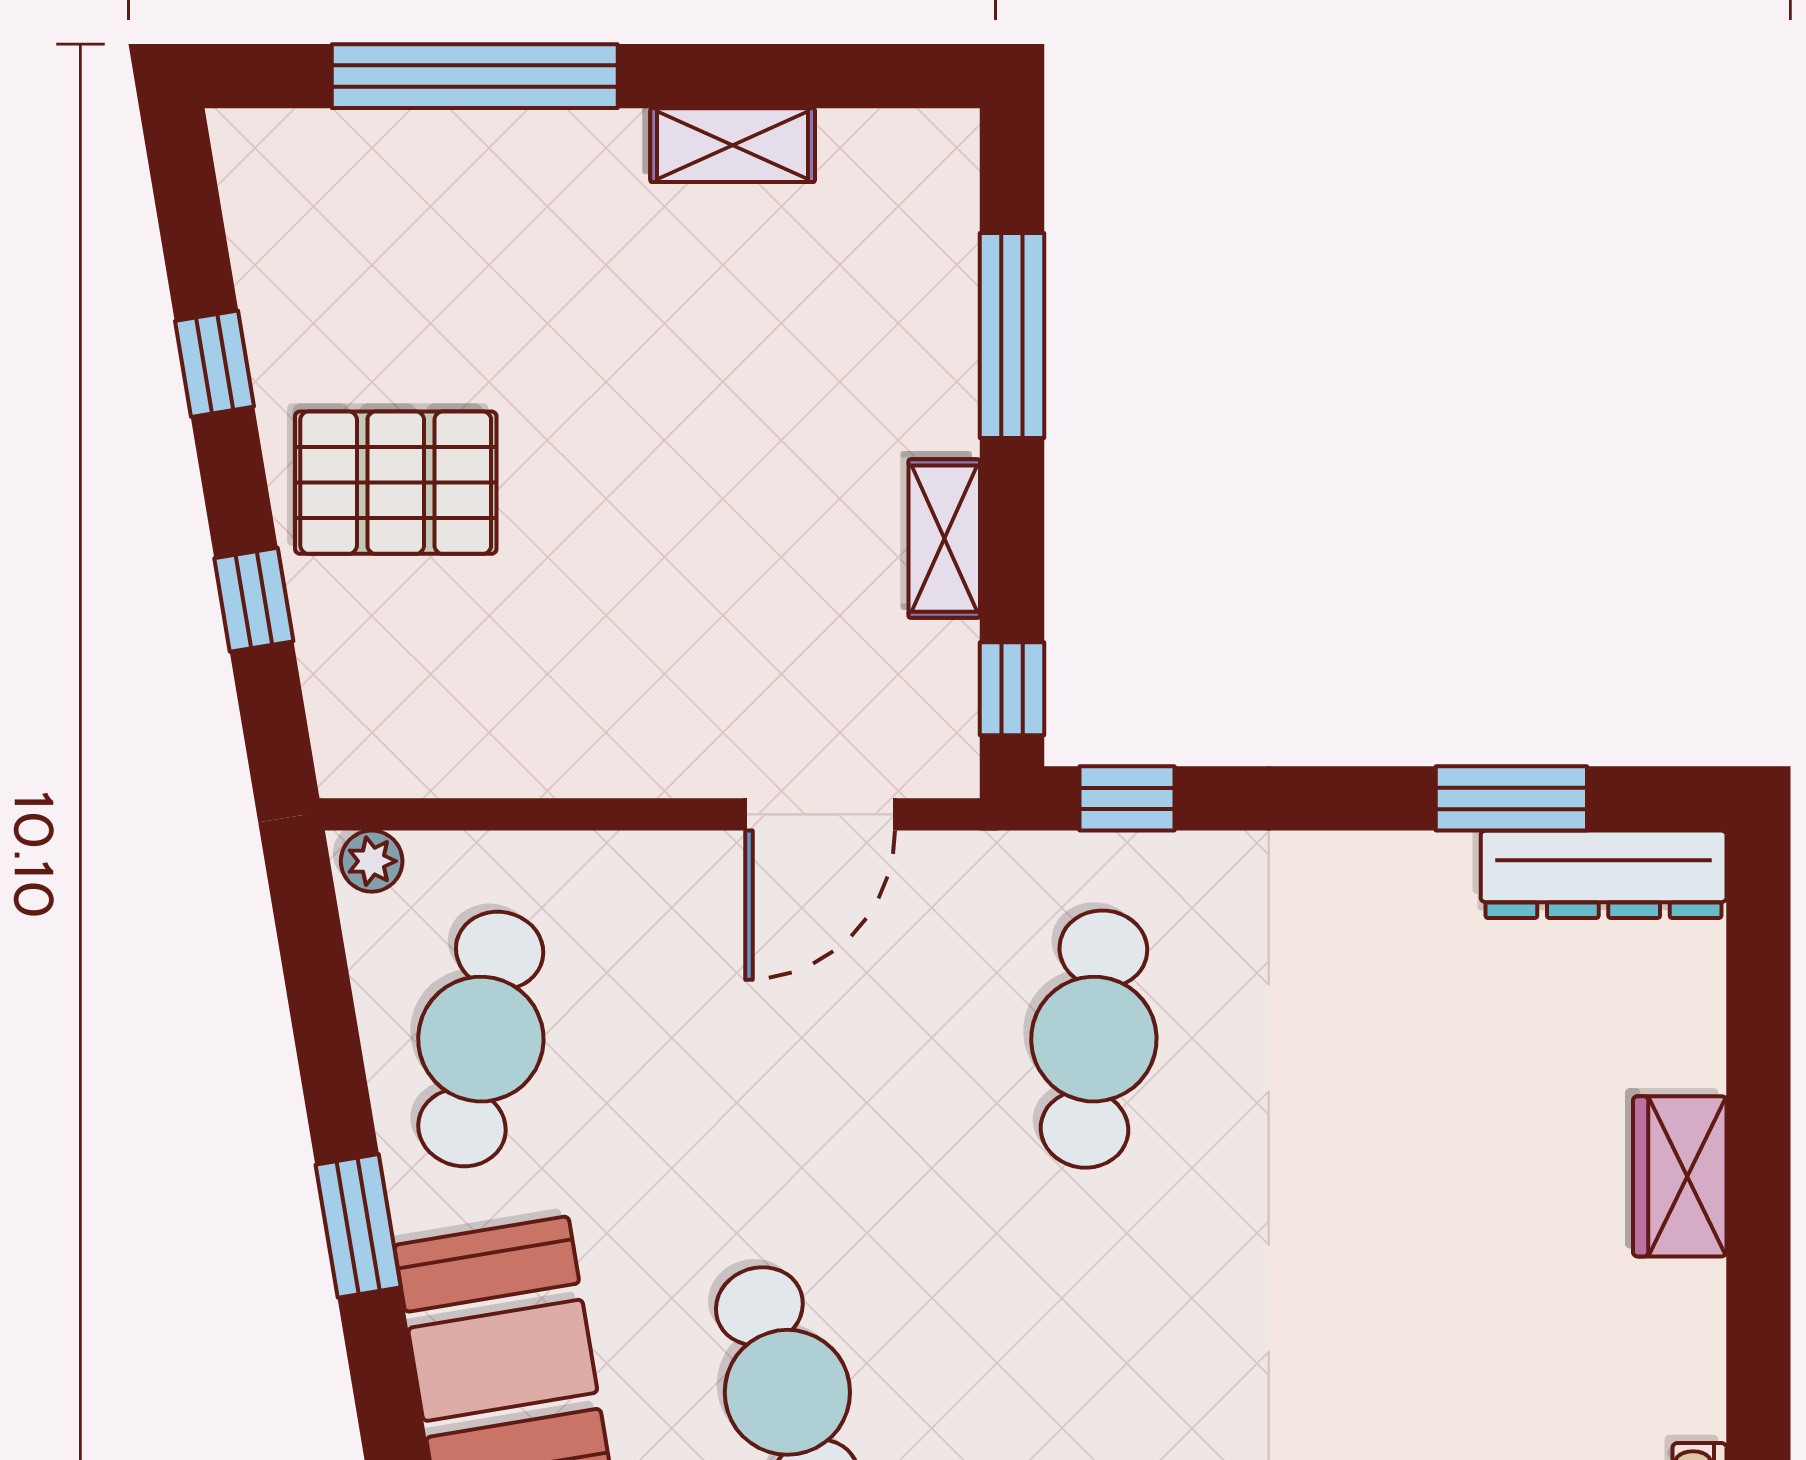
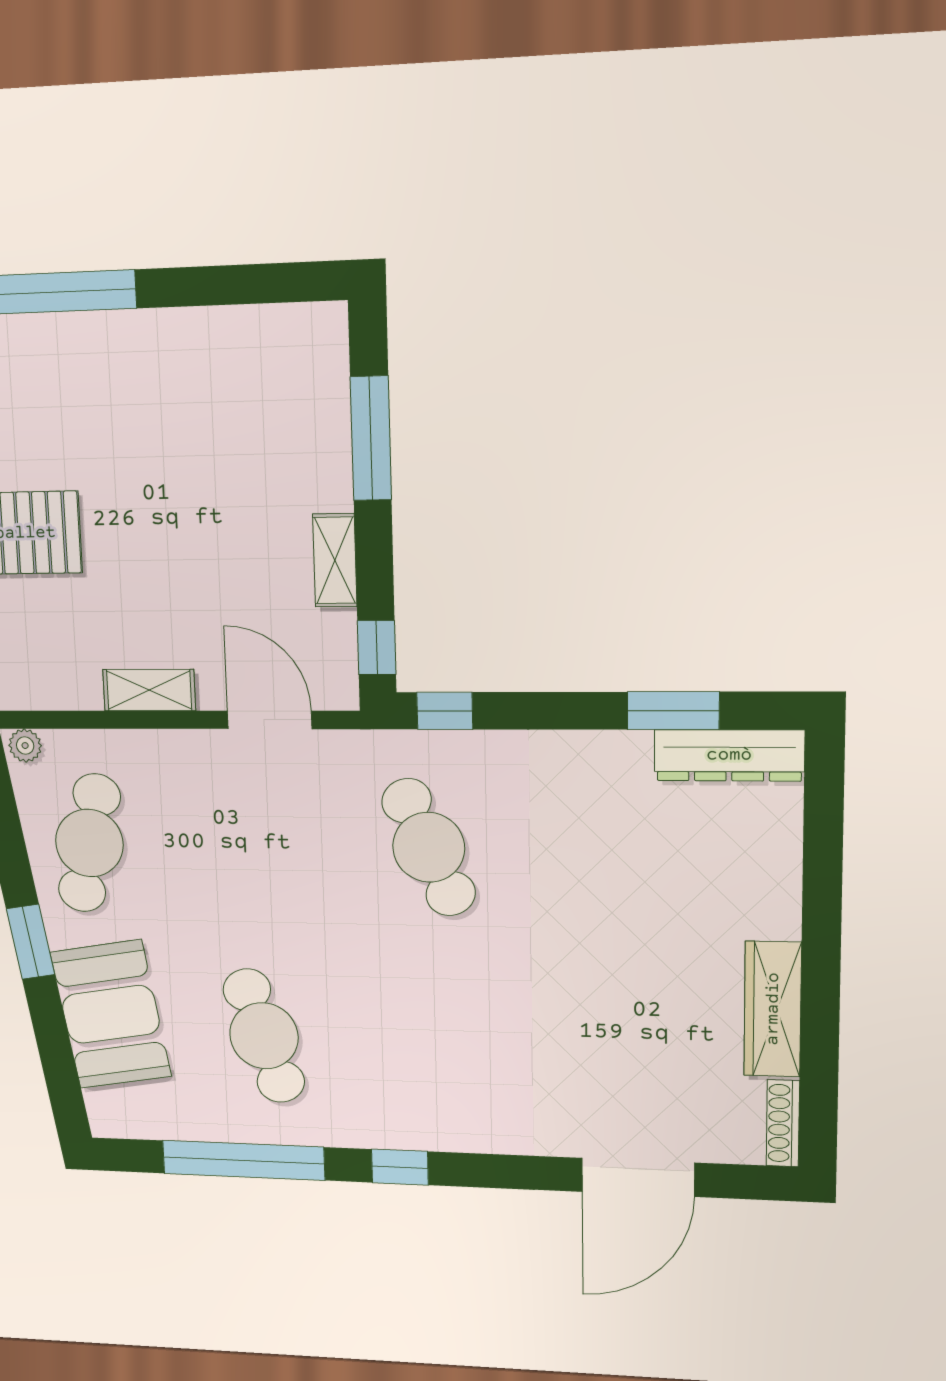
shelving: (733, 145) -> (149, 690), moved
door: (820, 814) -> (270, 720), swing flipped
cafe table: (1094, 1039) -> (429, 847), turned -30
wardrobe: (1680, 1176) -> (773, 1009), moved, width x1.50

